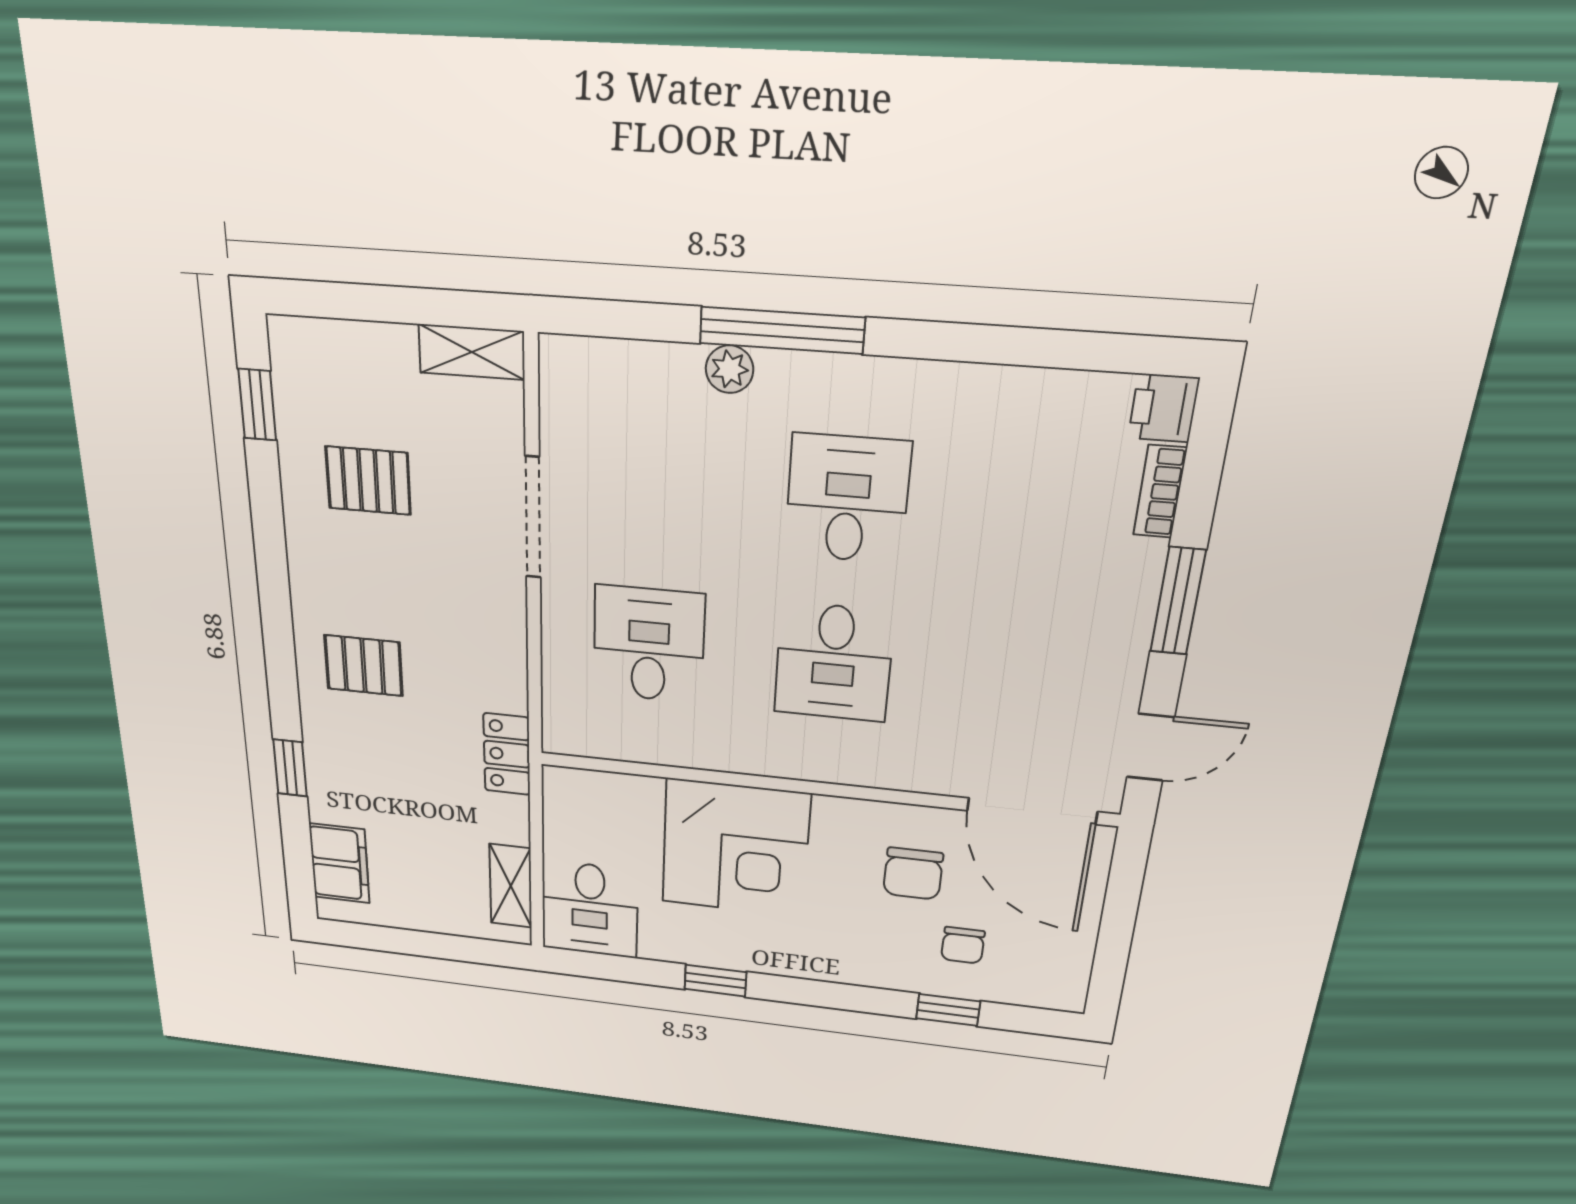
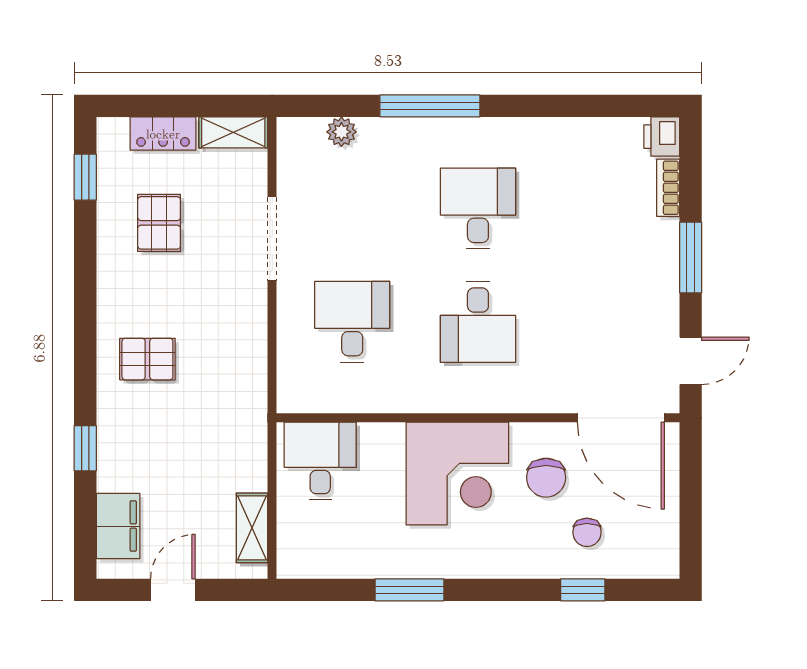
plant: (730, 369) -> (341, 132), moved
pallet: (368, 481) -> (159, 223), turned 90
locker: (507, 754) -> (163, 134), moved, turned -90
corner desk: (735, 848) -> (457, 474), moved
desk: (590, 909) -> (320, 461), moved, turned 180
door: (413, 943) -> (173, 590), added
window: (715, 981) -> (409, 590), width x1.50

